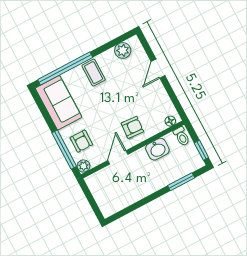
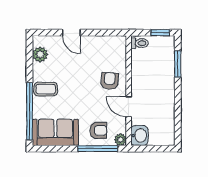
floor lamp: (170, 121) -> (121, 46), removed
washbasin: (157, 149) -> (139, 135), moved

